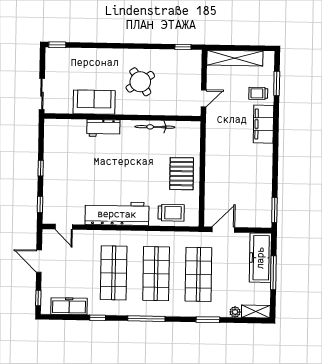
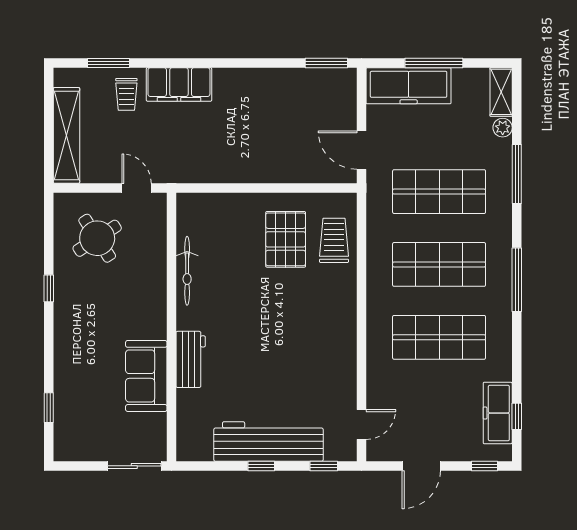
window: (57, 45) -> (49, 408), moved
window: (183, 47) -> (49, 288), moved
round table: (140, 82) -> (97, 238), moved
pallet: (182, 174) -> (286, 239), moved, turned 90
workbench: (117, 214) -> (268, 441), moved, turned 90
window: (98, 318) -> (517, 416), moved
window: (208, 320) -> (517, 174), width x1.44

